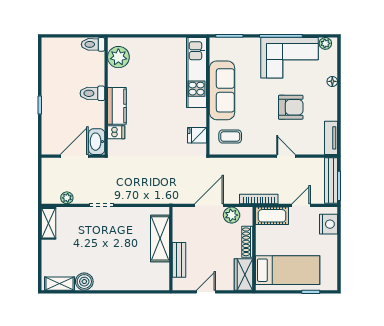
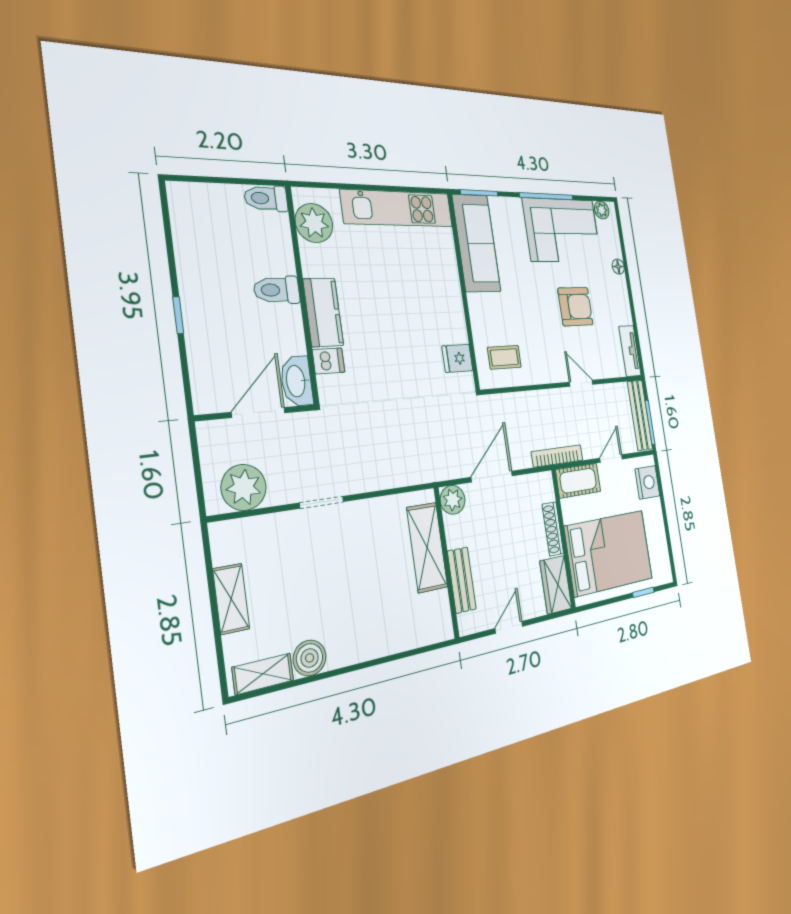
kitchen unit: (196, 72) -> (398, 208), moved, turned -90
sofa: (222, 90) -> (476, 243), moved
plant: (67, 198) -> (244, 487), width x1.87, depth x1.87
plant: (232, 215) -> (453, 500), moved
shelving: (48, 223) -> (231, 599), moved
bed: (288, 270) -> (609, 553), width x1.50

